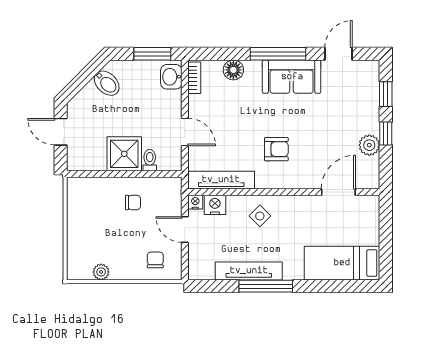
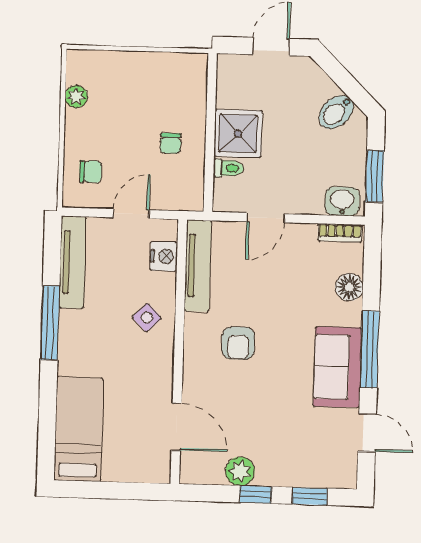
nightstand: (195, 202) -> (168, 229), removed
tv unit: (249, 271) -> (73, 262), moved

